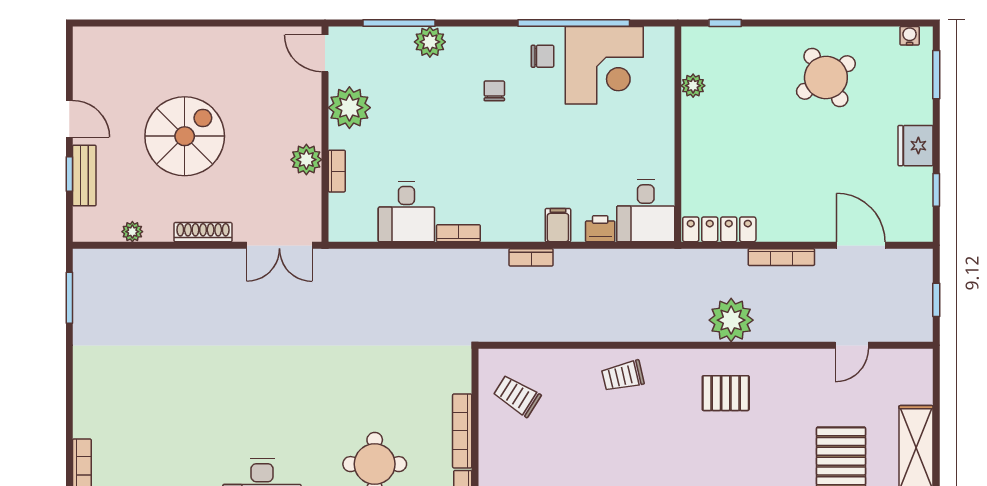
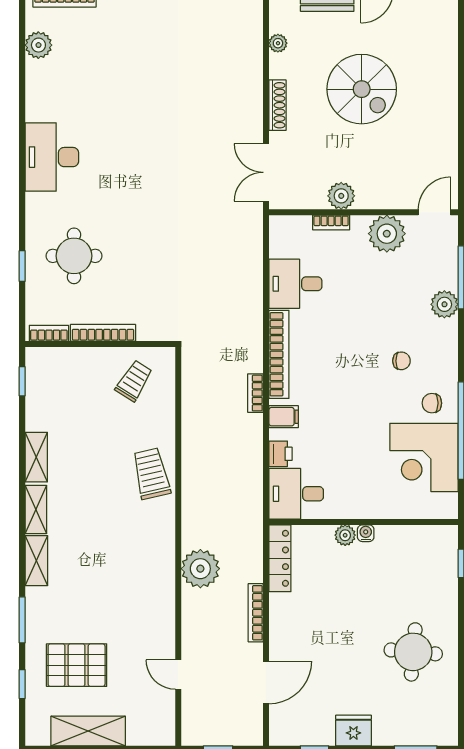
water cooler: (910, 36) -> (366, 533), moved, turned -90
chair: (542, 56) -> (432, 403), turned 90
round table: (826, 77) -> (413, 652), turned 38
plant: (693, 86) -> (345, 535), moved
bookcase: (458, 233) -> (279, 354), width x2.31, depth x1.31
trolley: (623, 376) -> (151, 474), width x1.36, depth x1.39
pallet: (726, 393) -> (136, 564), removed

